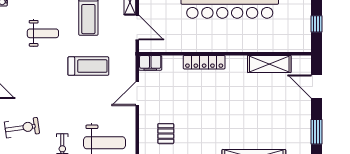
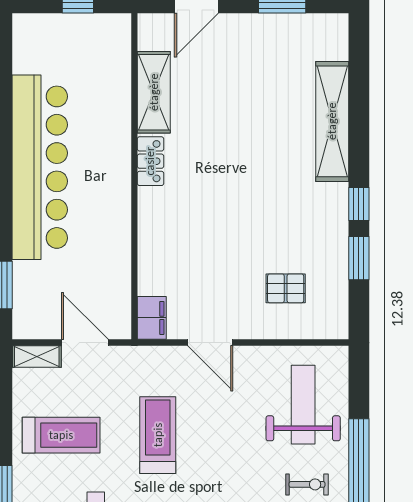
door: (137, 28) -> (85, 343), hinge flipped
locker: (204, 62) -> (150, 161), moved, width x0.66

